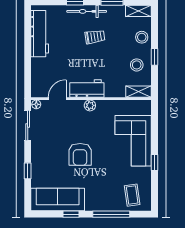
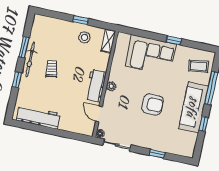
bicycle: (87, 11) -> (30, 60), moved
shelving: (138, 11) -> (37, 26), removed
stool: (142, 37) -> (61, 28), removed
sofa: (58, 199) -> (193, 107), moved

